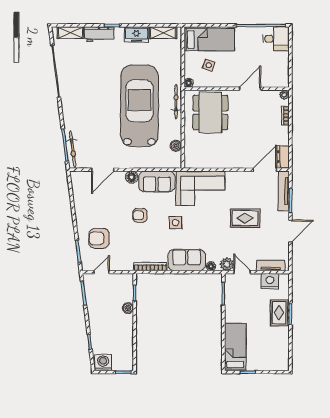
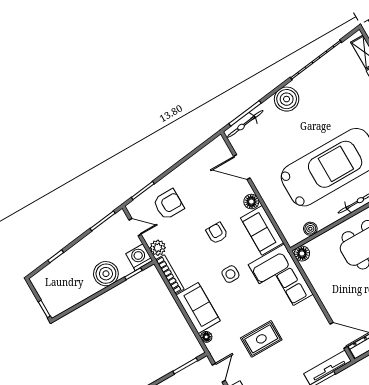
boiler: (72, 109) -> (287, 99), added
floor lamp: (190, 162) -> (302, 254), added
rug: (245, 218) -> (261, 339), moved, turned 90
armchair: (99, 238) -> (168, 204), turned 90
plant: (227, 264) -> (158, 248), moved
boiler: (128, 308) -> (106, 274), width x1.86, depth x1.86
washing machine: (103, 363) -> (139, 257), moved, turned -90

